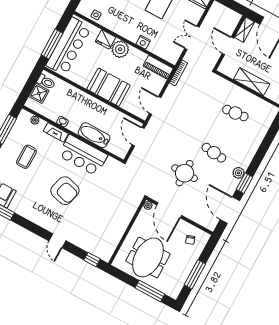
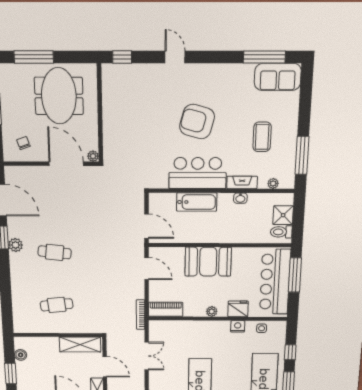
nightstand: (143, 42) -> (238, 326), moved
plant: (120, 49) -> (212, 311), width x0.53, depth x0.53
shelving: (252, 82) -> (80, 345), moved
round table: (185, 173) -> (73, 214), removed

